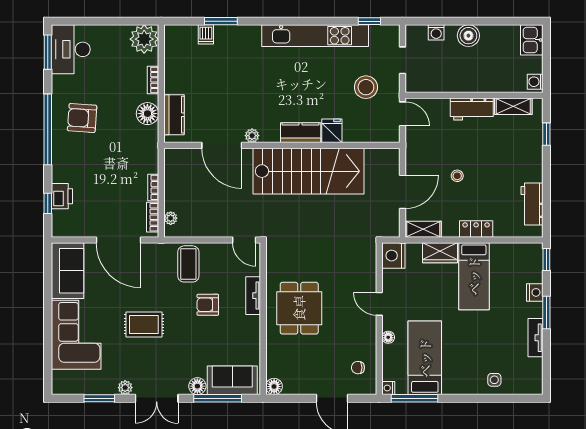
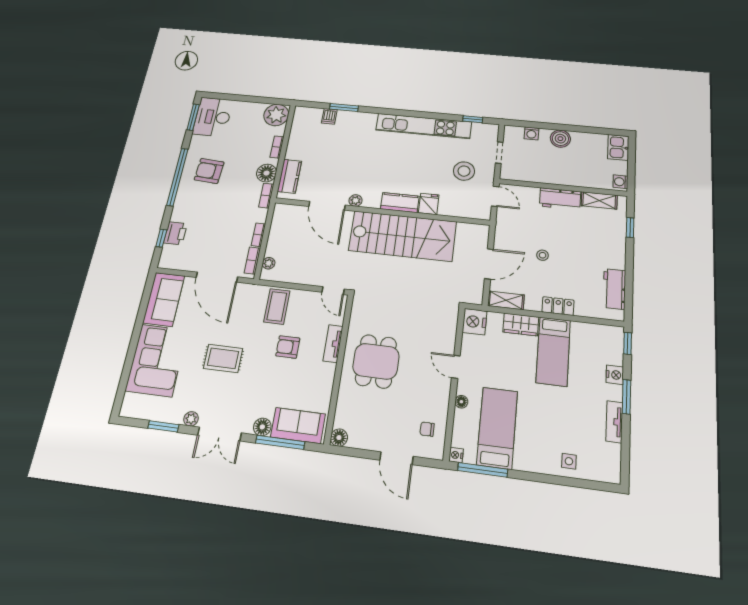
bookcase: (153, 141) -> (266, 196), added

